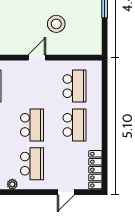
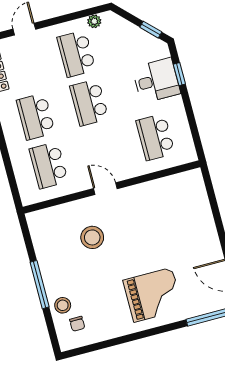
door: (37, 58) -> (105, 189), swing flipped

